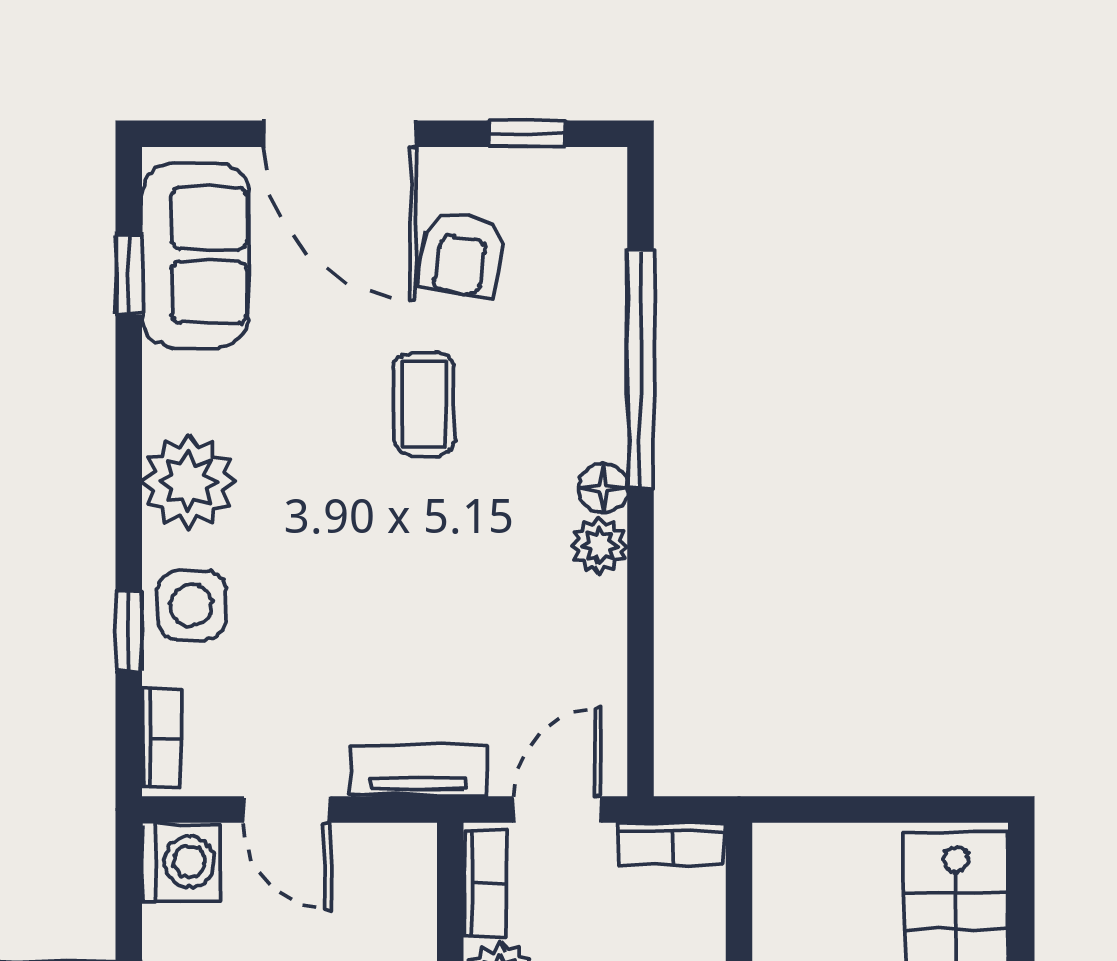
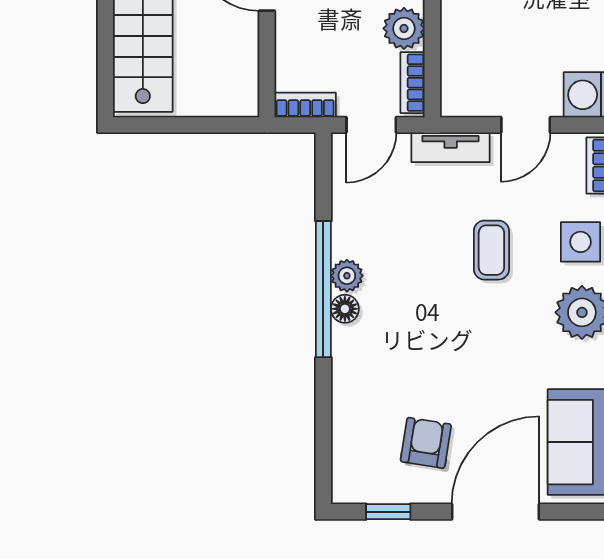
door: (340, 134) -> (496, 512), hinge flipped
window: (641, 369) -> (323, 289), moved
coffee table: (424, 404) -> (491, 250), moved
door: (287, 809) -> (526, 125), swing flipped

